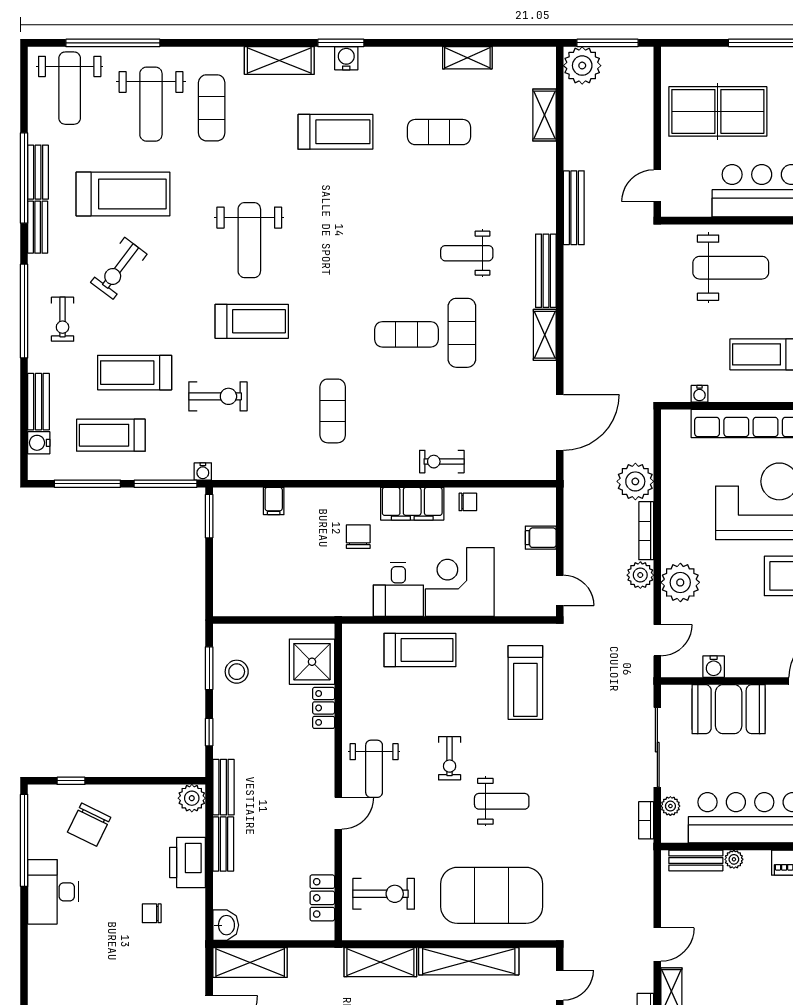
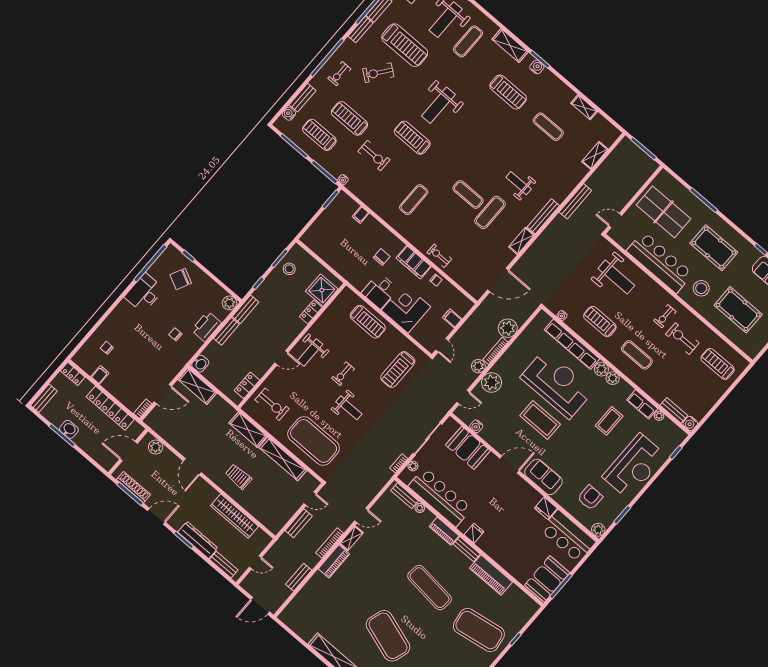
plant: (582, 66) -> (626, 149), removed
treadmill: (252, 321) -> (412, 138), turned 180

